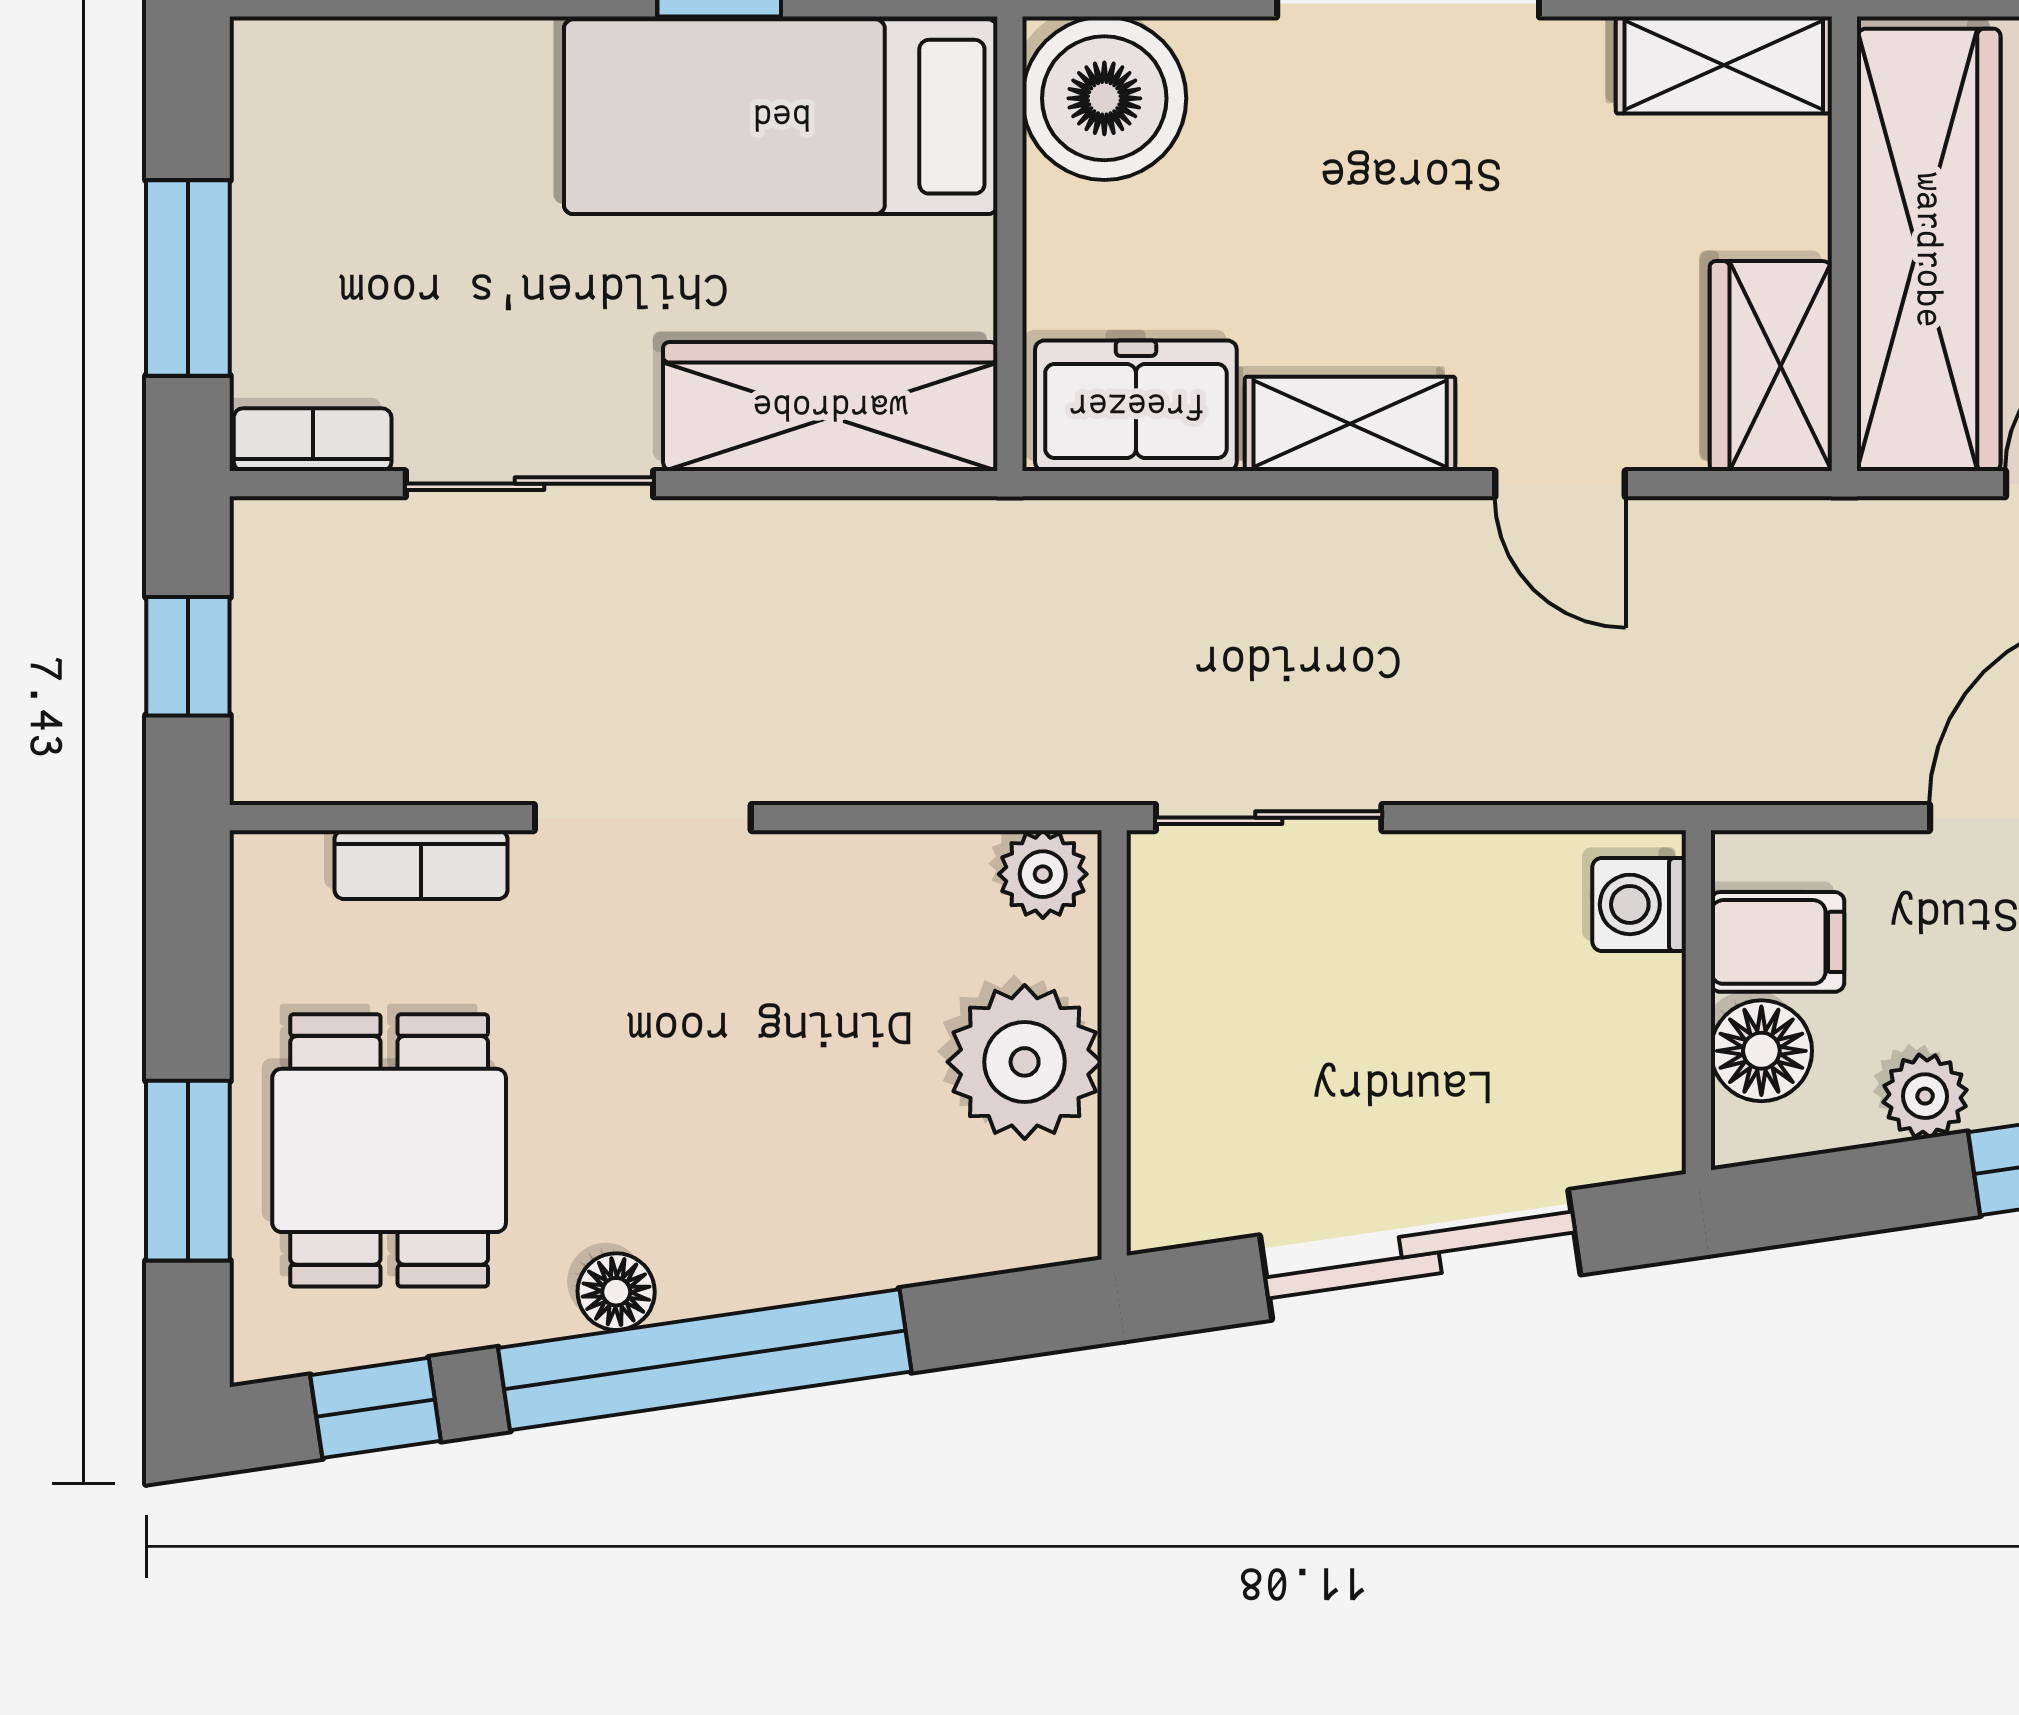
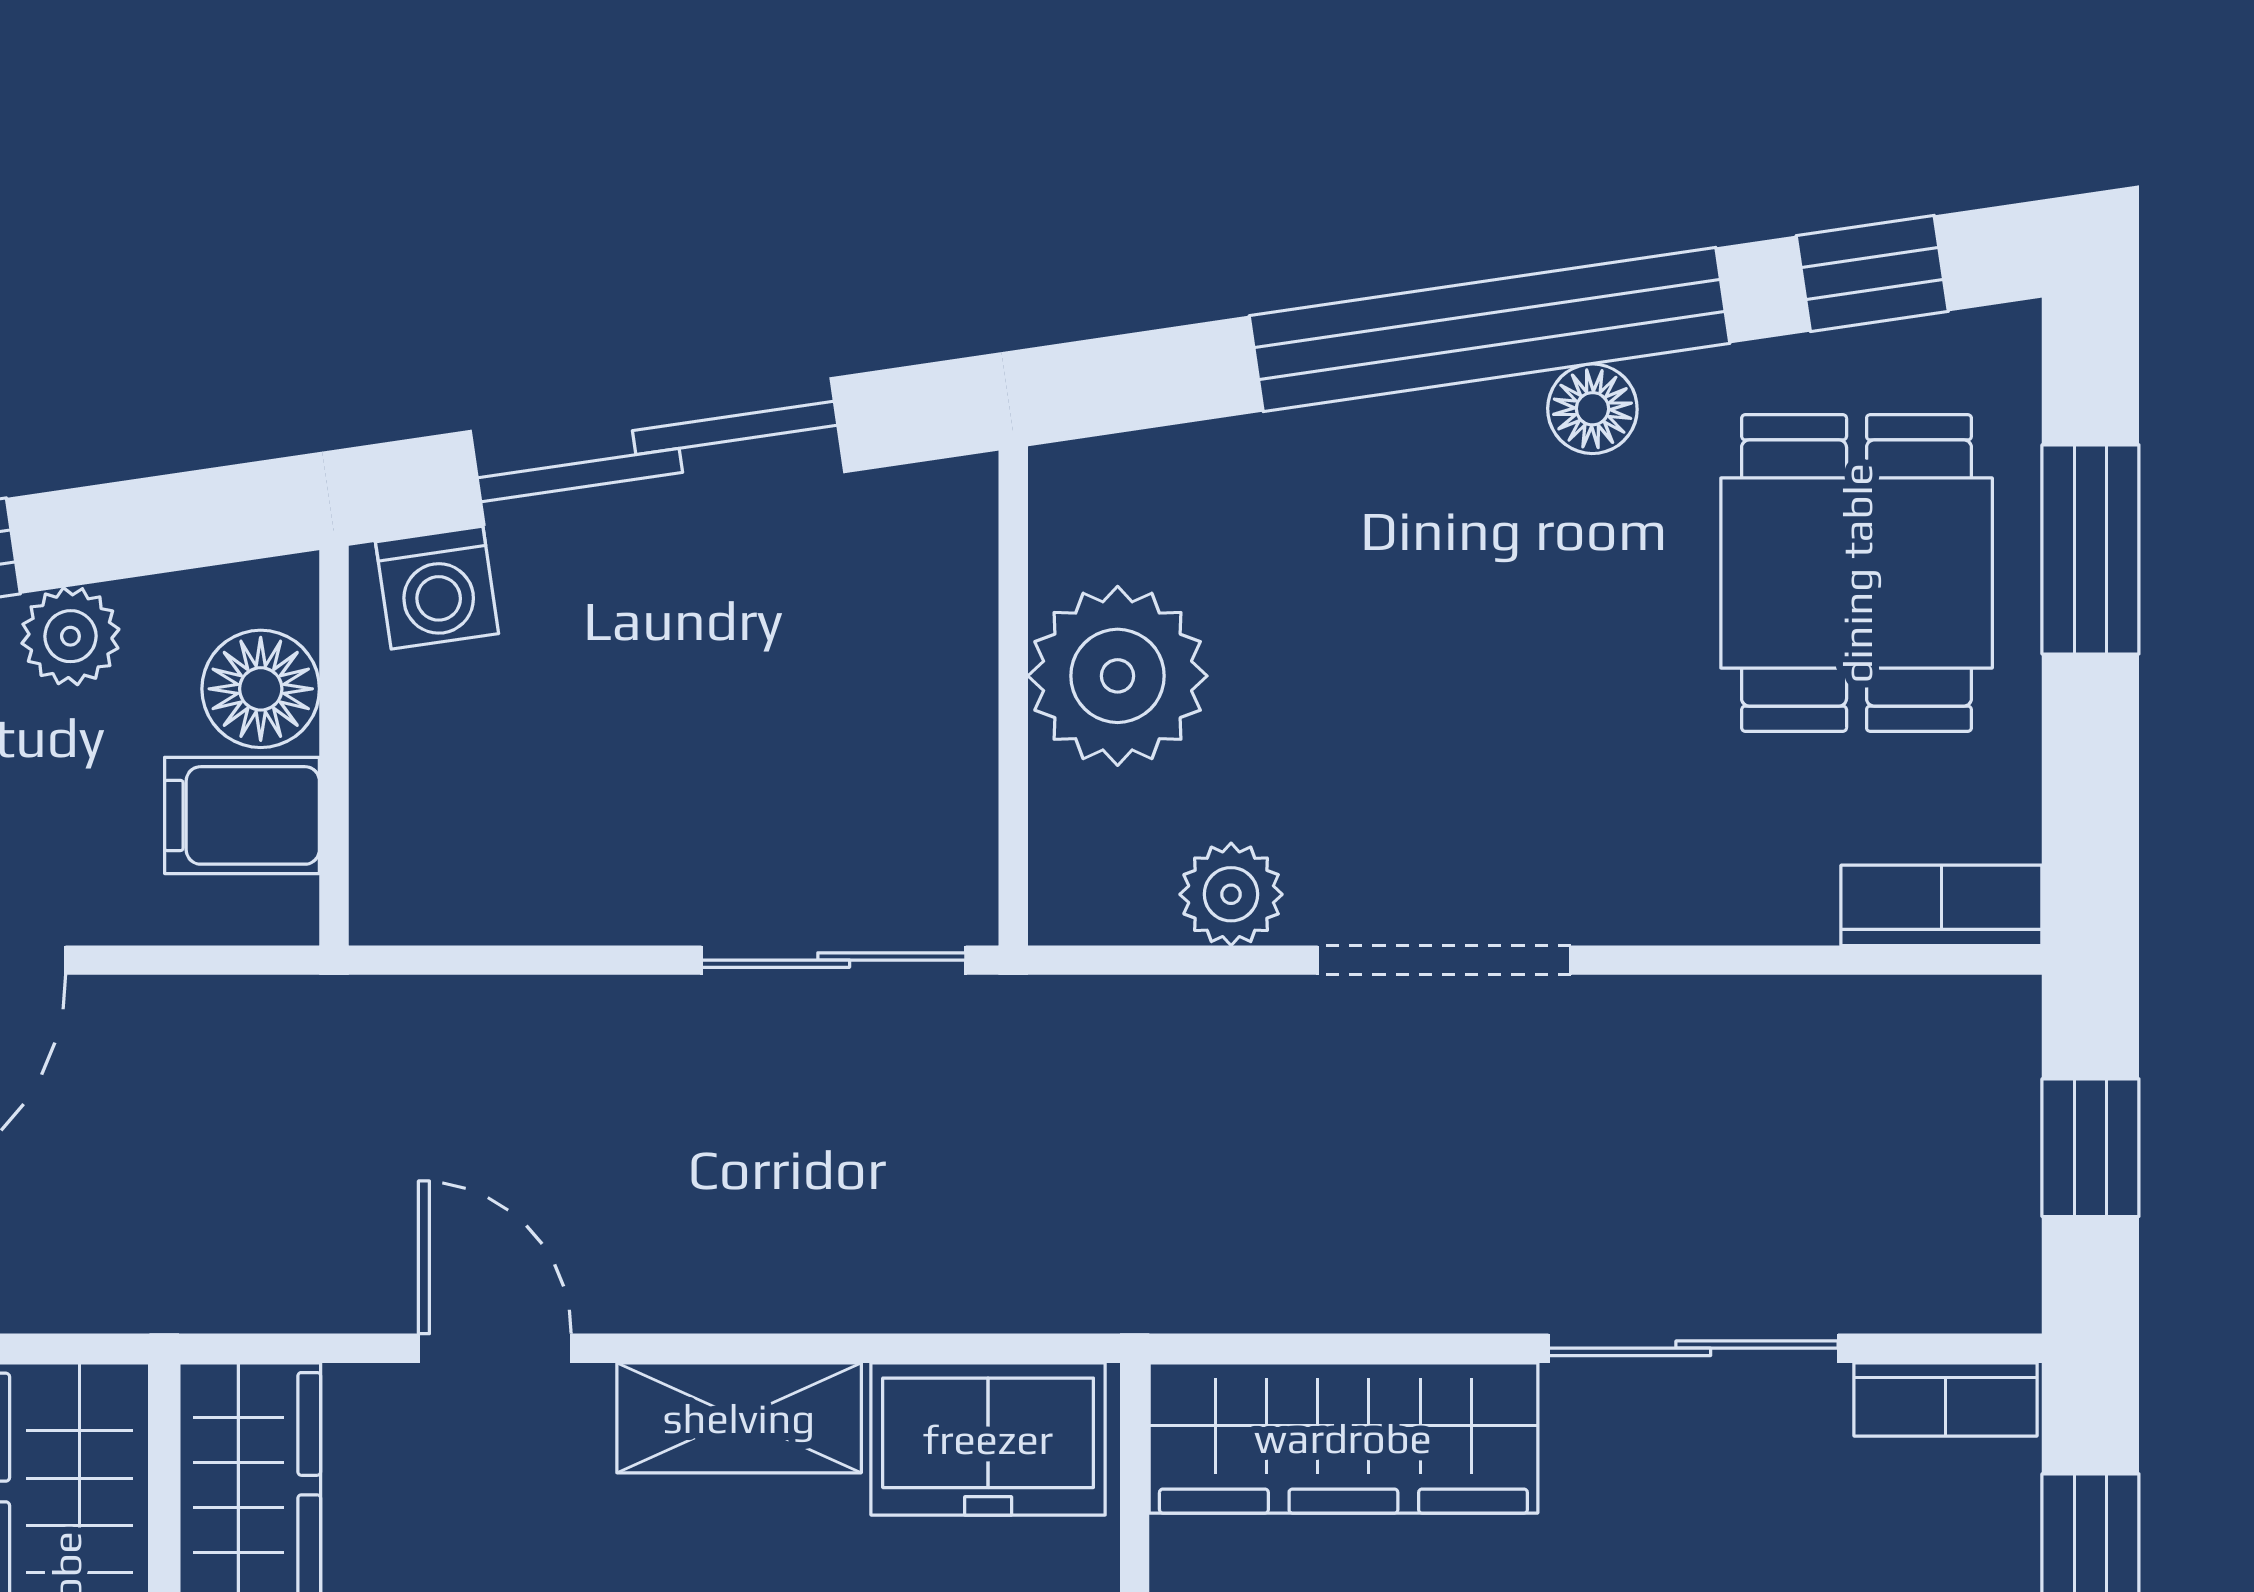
doorway: (643, 818) -> (1444, 960), moved
bookcase: (421, 865) -> (1941, 905), moved
plant: (1043, 874) -> (1231, 894), moved
washing machine: (1639, 904) -> (437, 588), moved, turned 82

